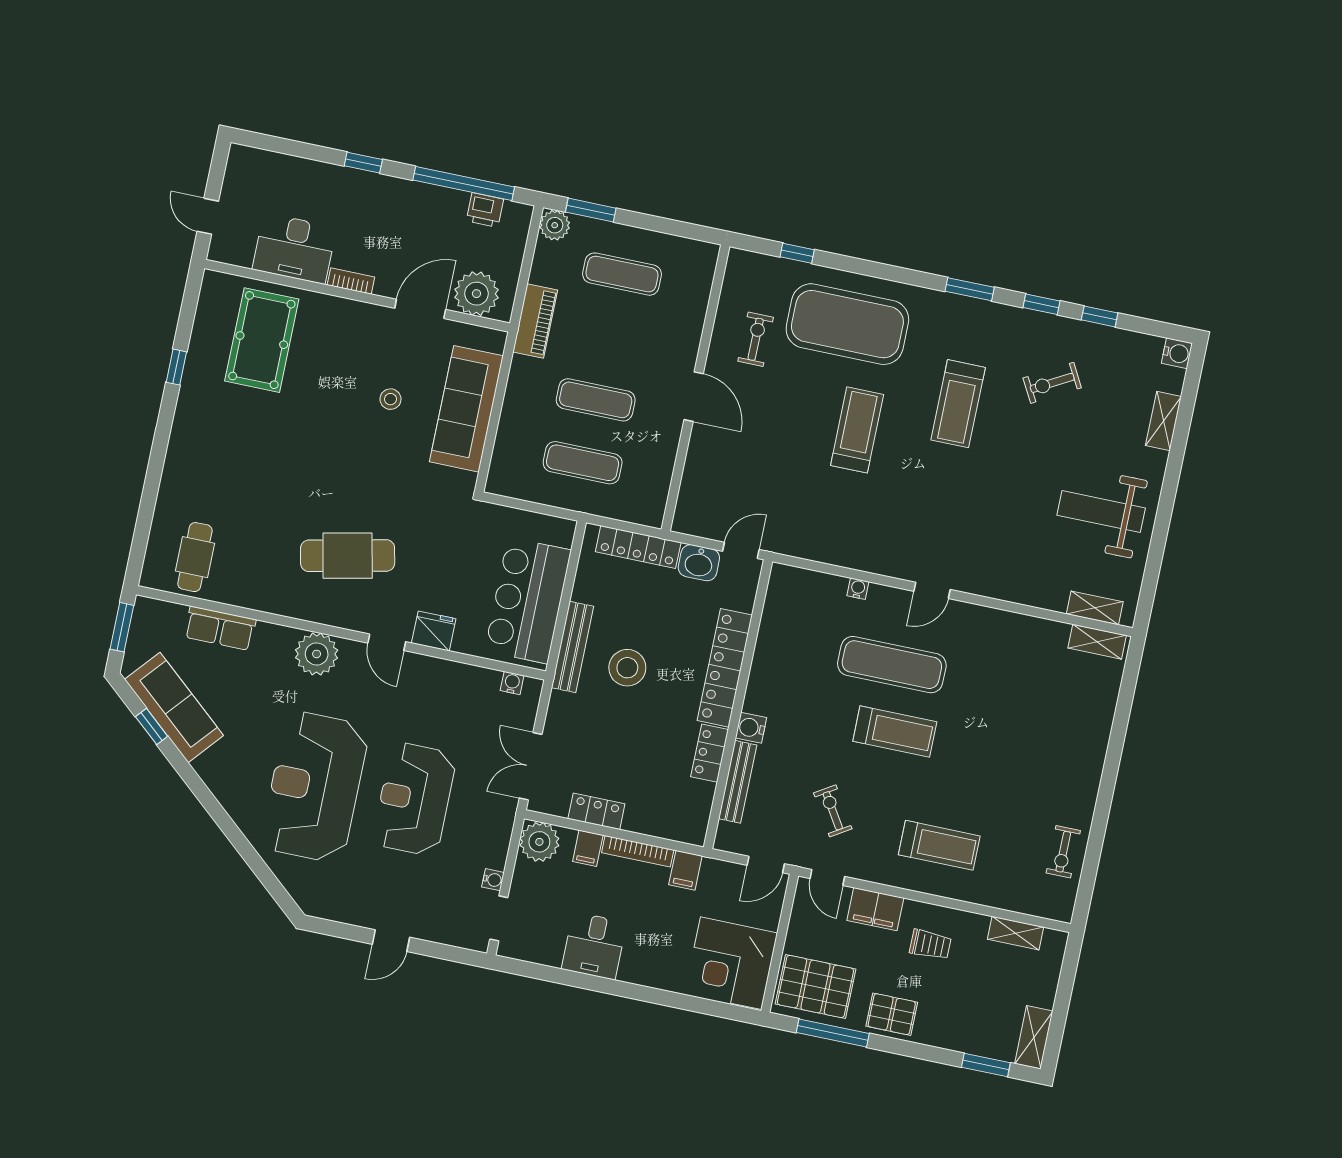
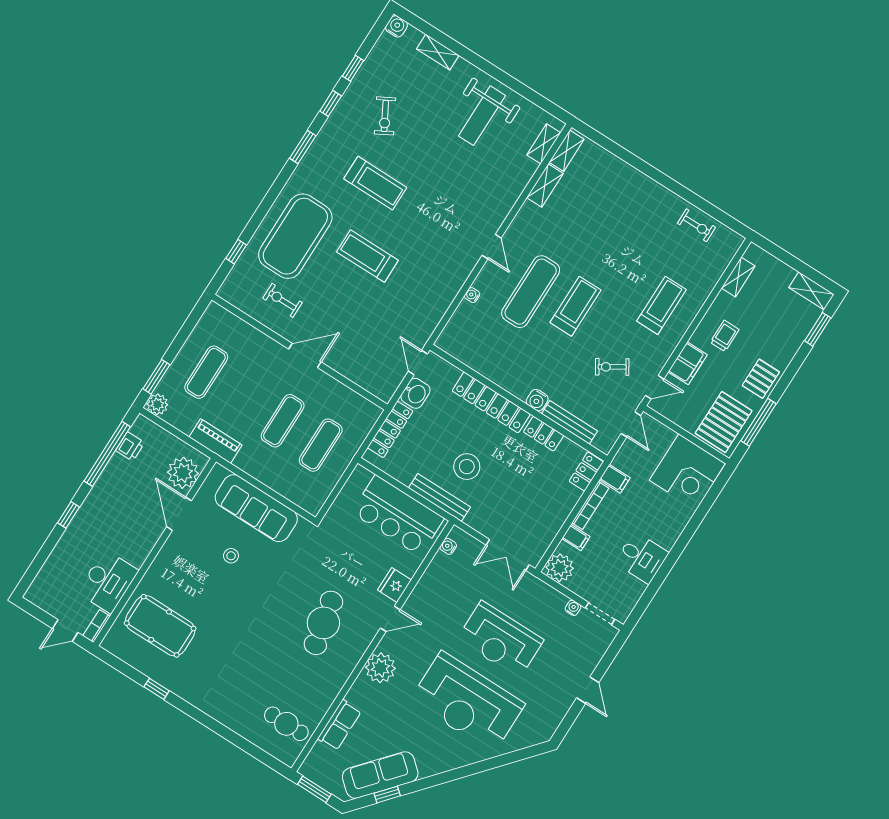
bookcase: (351, 281) -> (97, 626), moved
shelving: (1040, 630) -> (545, 186), added
locker: (596, 811) -> (586, 471), moved

